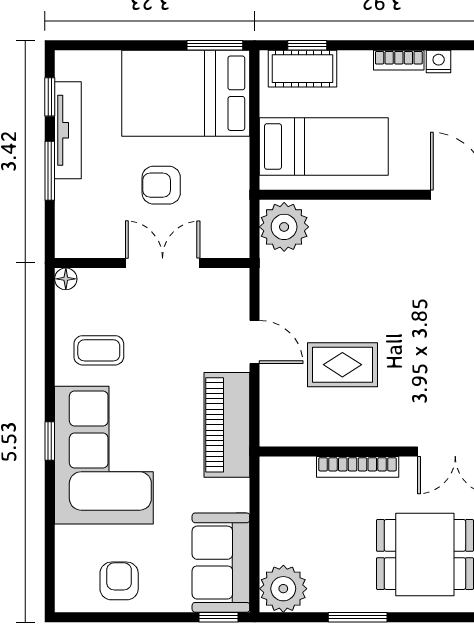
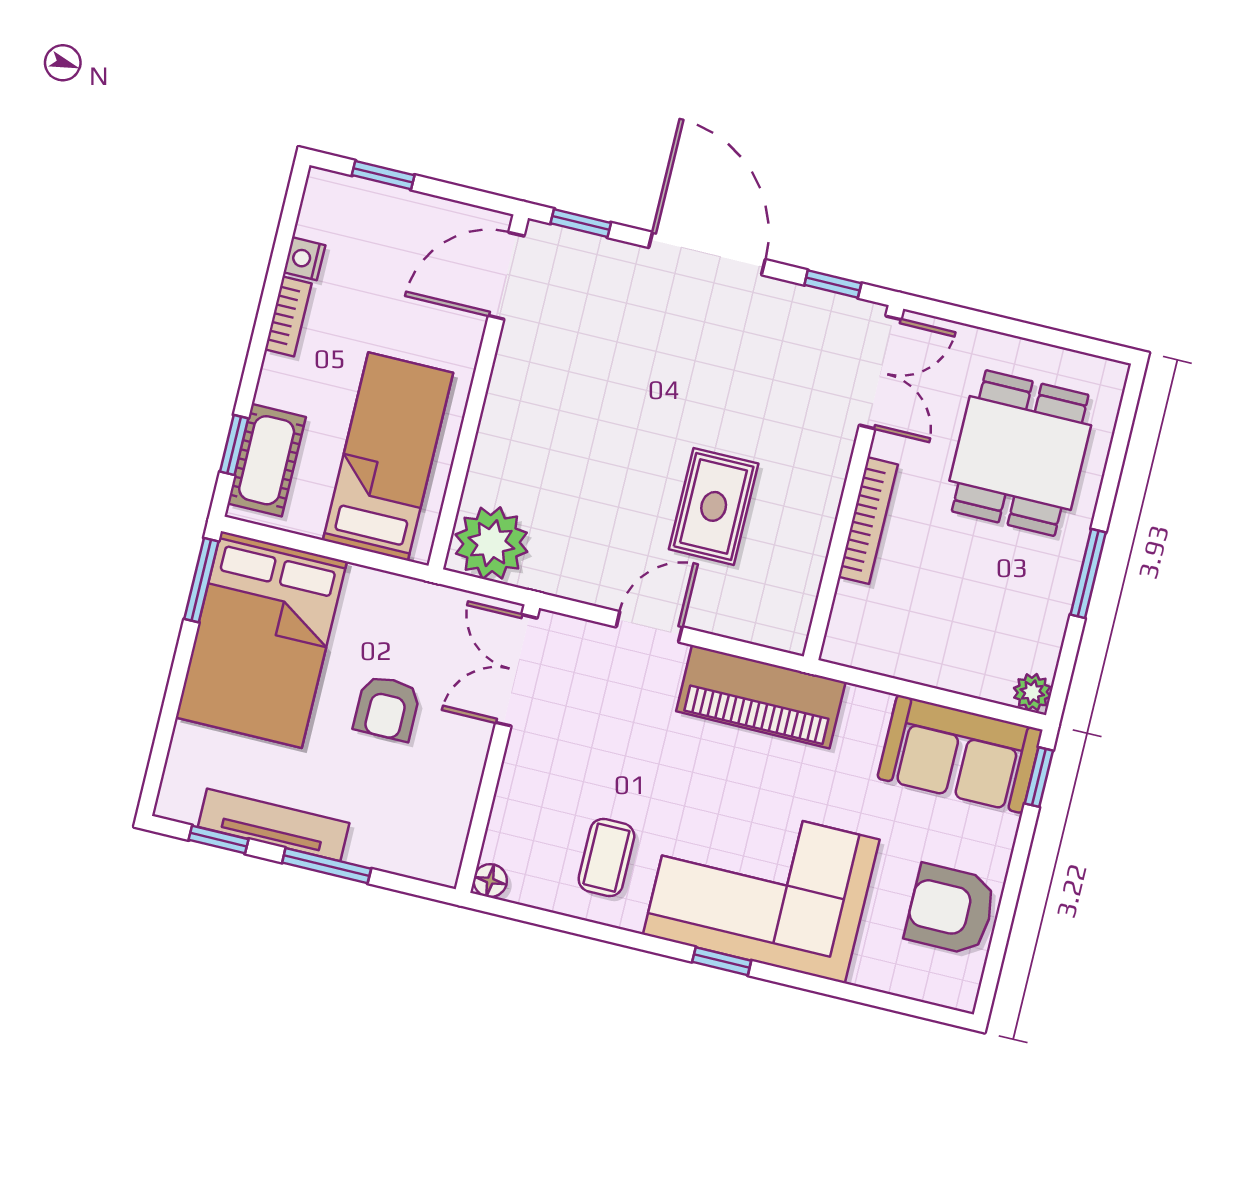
double door: (163, 263) -> (516, 670), moved
armchair: (119, 581) -> (951, 910), width x1.38, depth x1.38
plant: (283, 589) -> (1032, 692), width x0.53, depth x0.53

